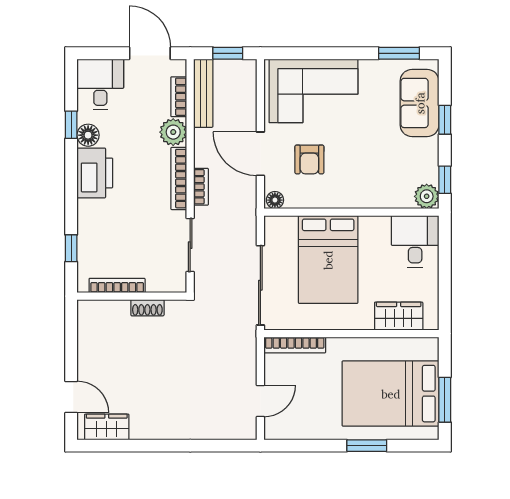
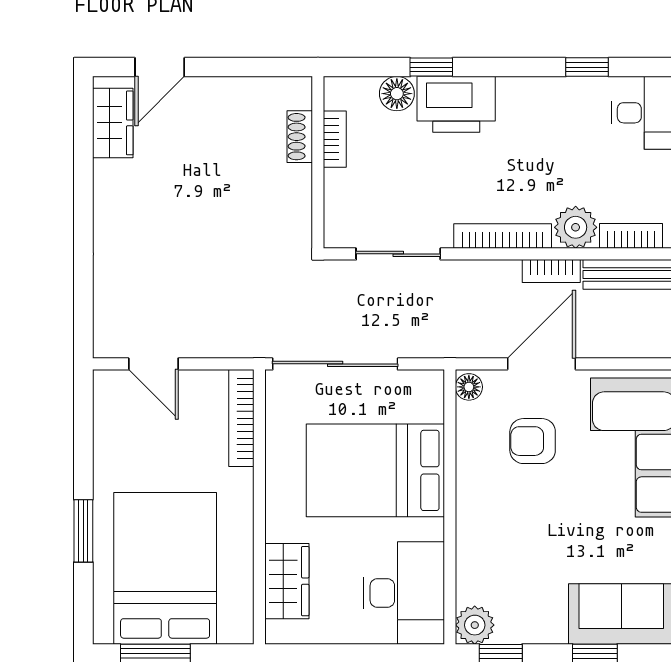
floor lamp: (88, 135) -> (397, 94), moved
printer: (95, 173) -> (456, 104), moved
bookcase: (201, 187) -> (551, 271), moved
desk: (415, 241) -> (404, 593), width x1.37
window: (71, 248) -> (431, 67), moved
bookcase: (117, 285) -> (335, 139), width x0.64
shoe rack: (147, 308) -> (300, 137), moved

